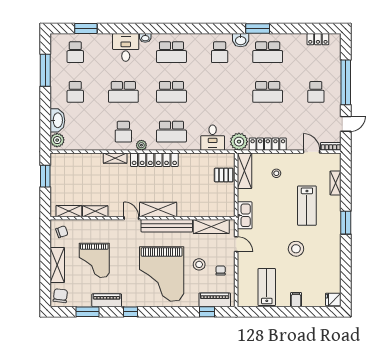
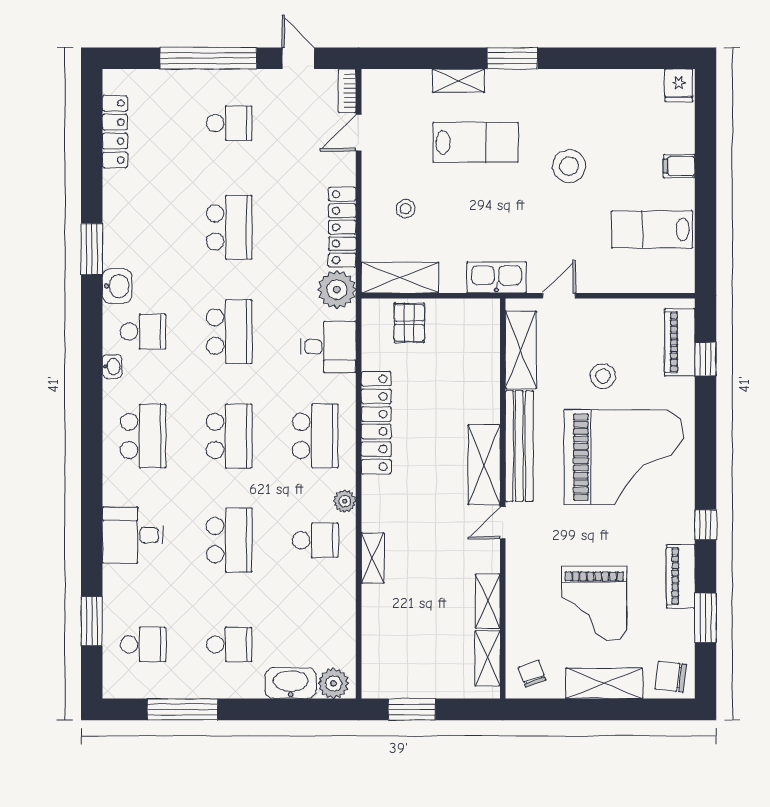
washbasin: (145, 38) -> (112, 366), moved
locker: (318, 39) -> (115, 132), width x1.53
school desk: (268, 52) -> (229, 332), moved
locker: (154, 160) -> (376, 423), moved
shelving: (335, 183) -> (458, 81), moved
grand piano: (94, 260) -> (594, 603), turned 90
chair: (221, 270) -> (616, 329), removed

